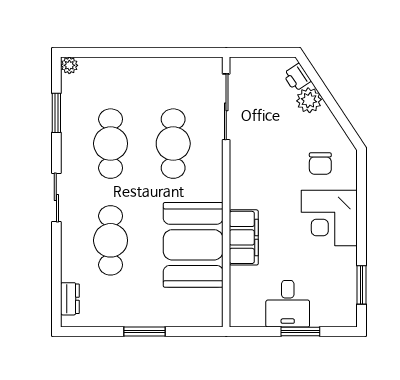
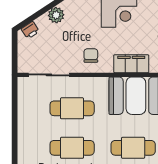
plant: (309, 100) -> (56, 15), moved
chair: (320, 164) -> (91, 56), moved, turned -90

